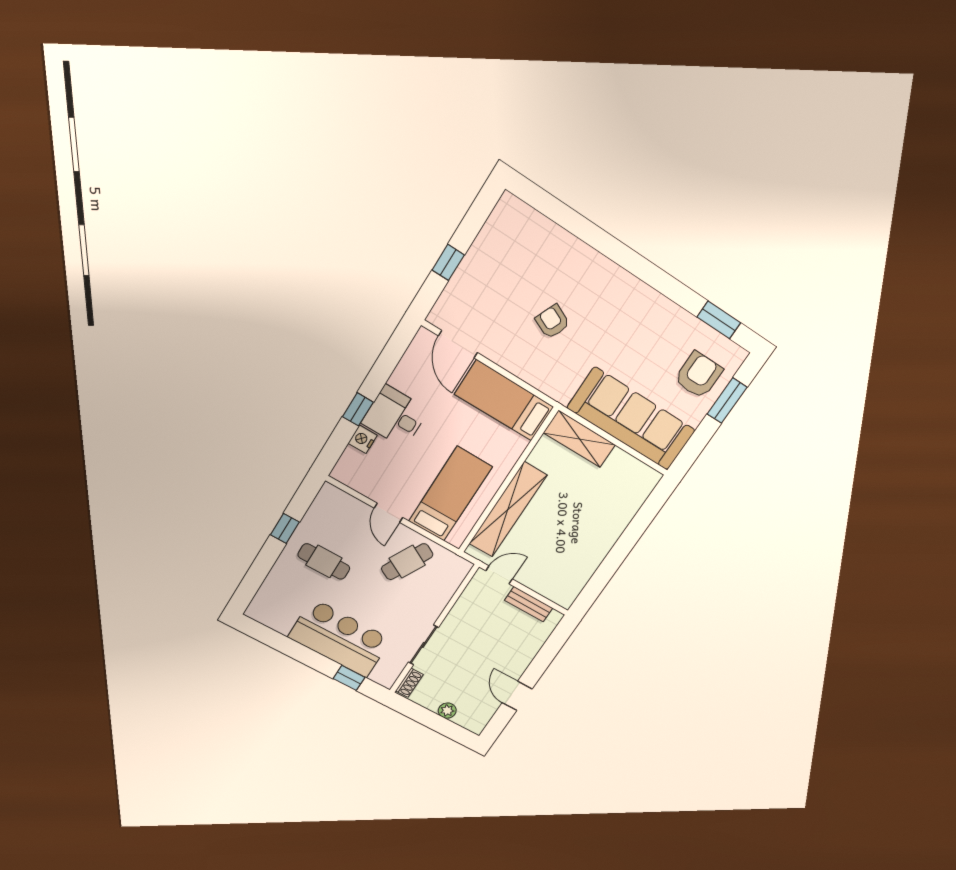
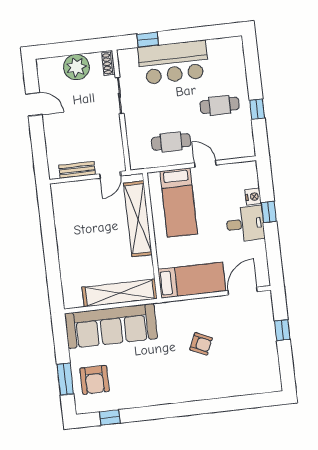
window: (719, 320) -> (110, 417), width x0.67
door: (458, 344) -> (243, 291), hinge flipped
shelving: (579, 439) -> (120, 293), width x1.47
cafe table: (407, 562) -> (171, 142), turned 62
plant: (447, 711) -> (76, 67), width x1.88, depth x1.88

